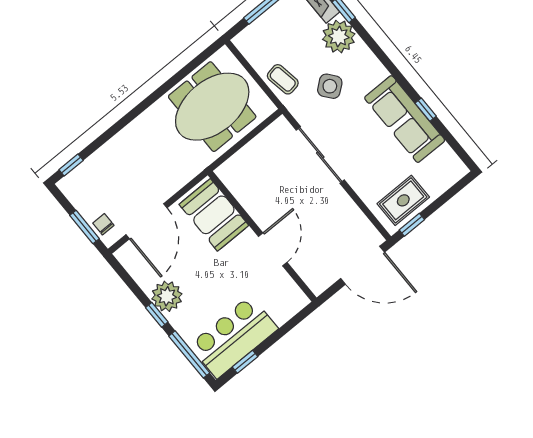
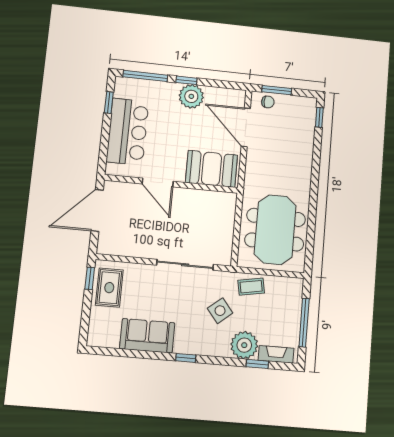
window: (426, 110) -> (186, 358), moved
sofa: (405, 119) -> (147, 336), width x0.73
door: (363, 265) -> (97, 210), moved
bar counter: (234, 337) -> (128, 132), moved

